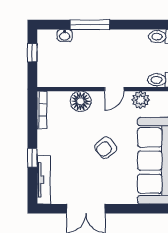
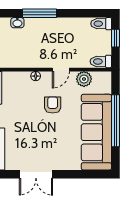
floor lamp: (81, 101) -> (36, 76), width x0.53, depth x0.53
armchair: (106, 148) -> (53, 105), moved, turned 129

